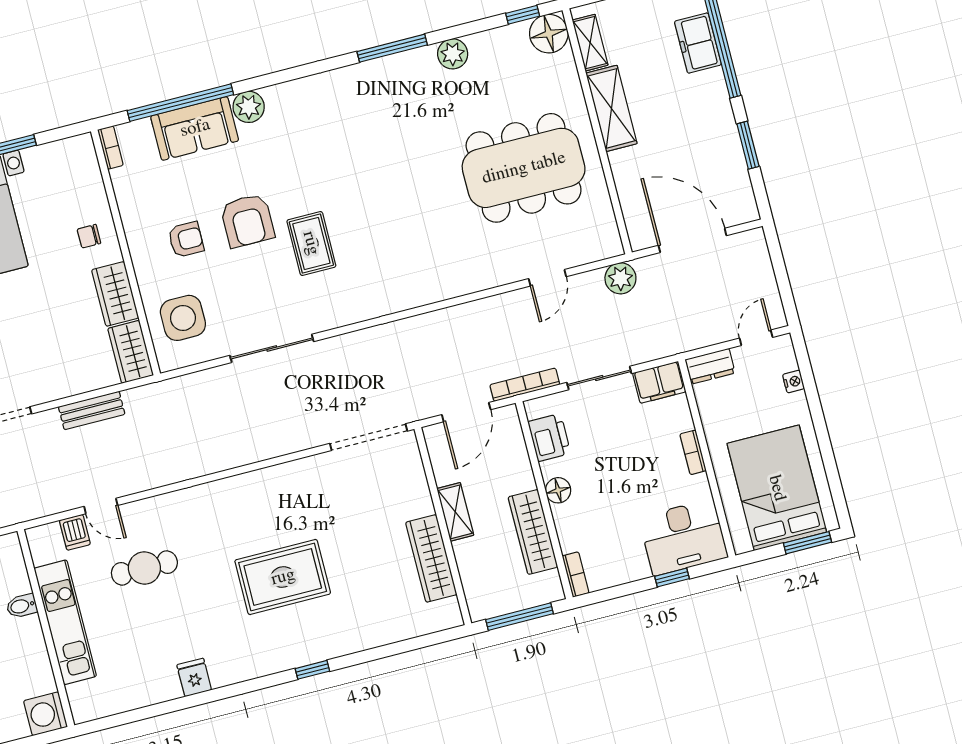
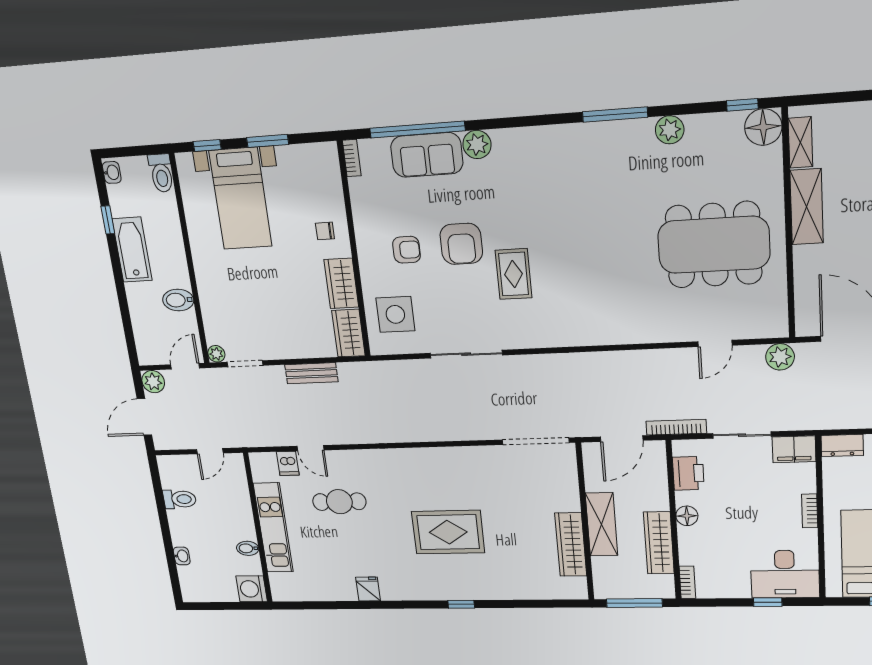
shelving: (455, 512) -> (602, 524), width x1.50, depth x1.33
bidet: (22, 606) -> (248, 548), moved

